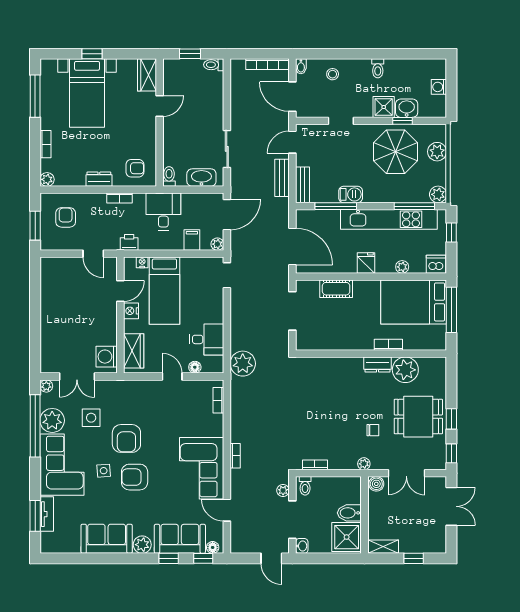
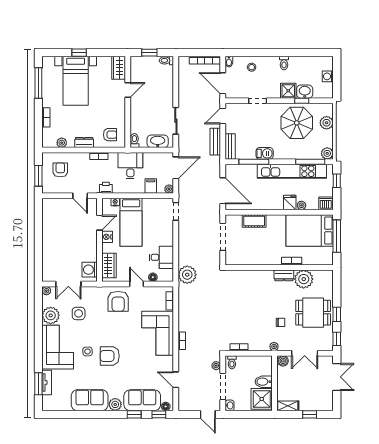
plant: (47, 179) -> (62, 143), moved
fridge: (366, 263) -> (290, 203), moved
window: (35, 426) -> (38, 319), removed
armchair: (126, 438) -> (118, 301), moved
corner sofa: (202, 468) -> (158, 333), moved

